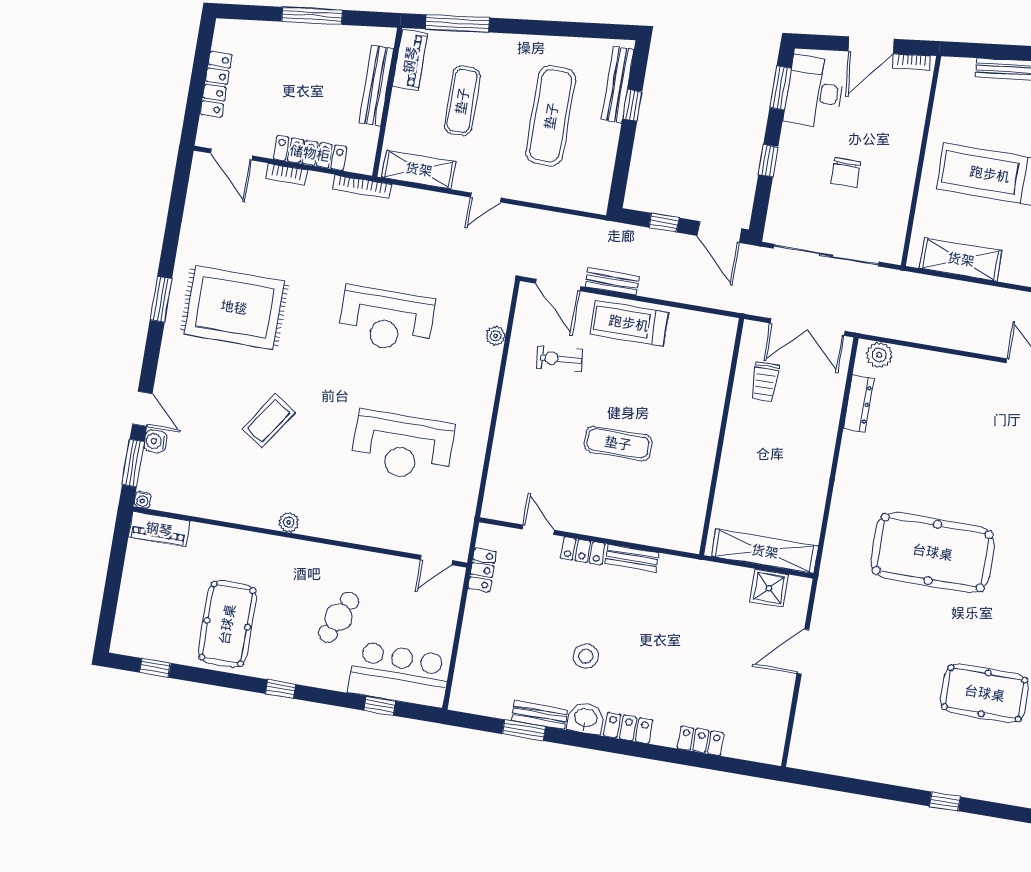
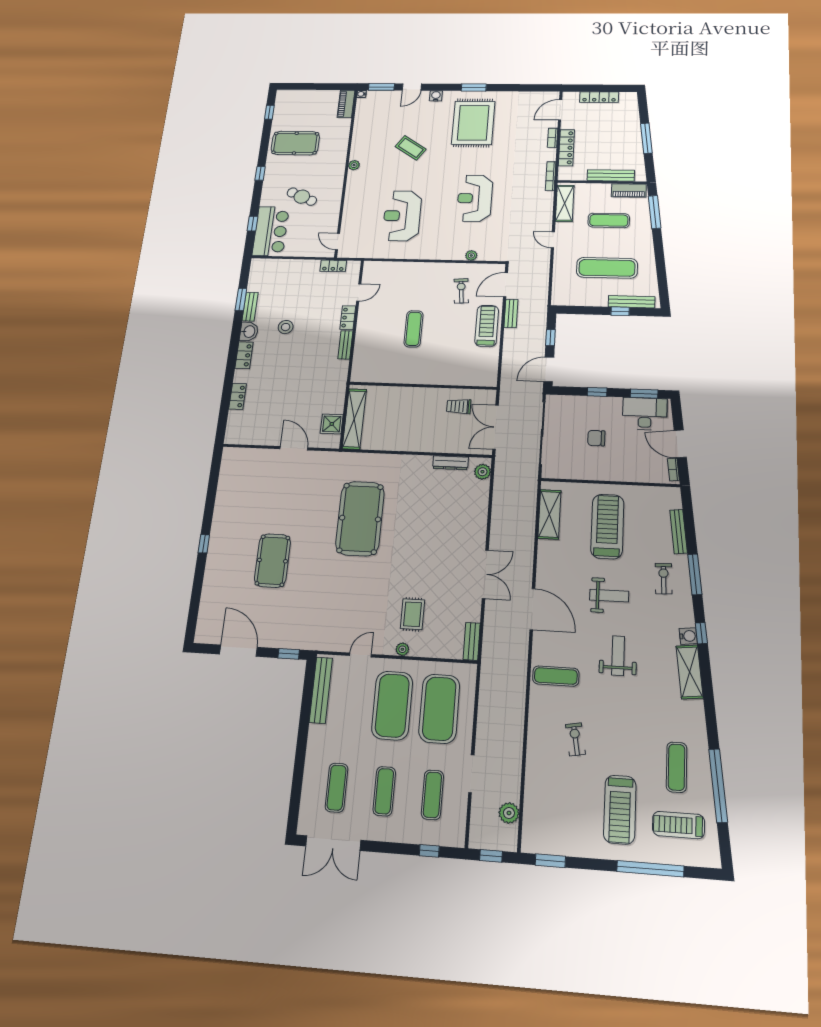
water cooler: (155, 441) -> (436, 96), moved

